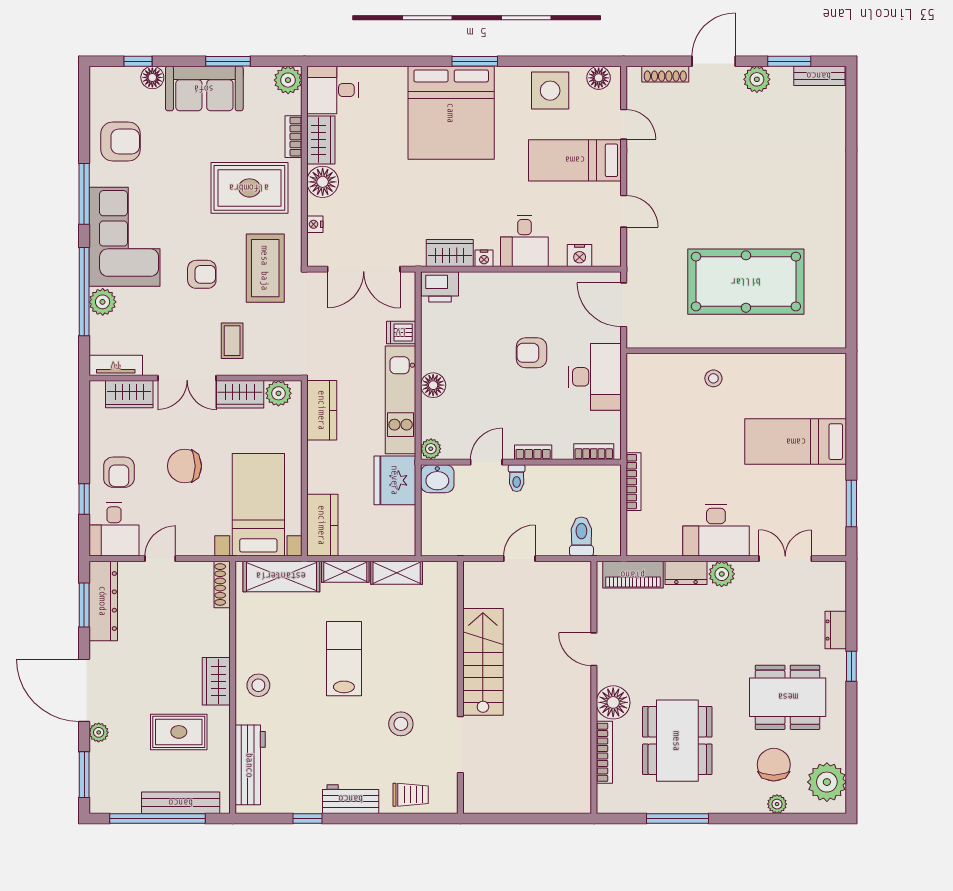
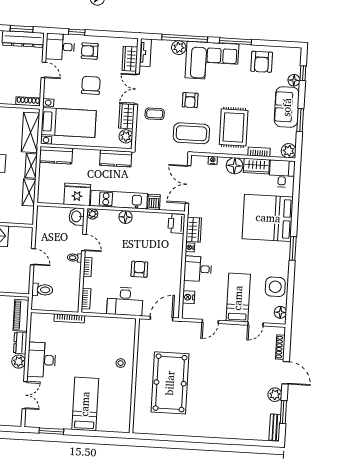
bed: (451, 113) -> (268, 218), moved

